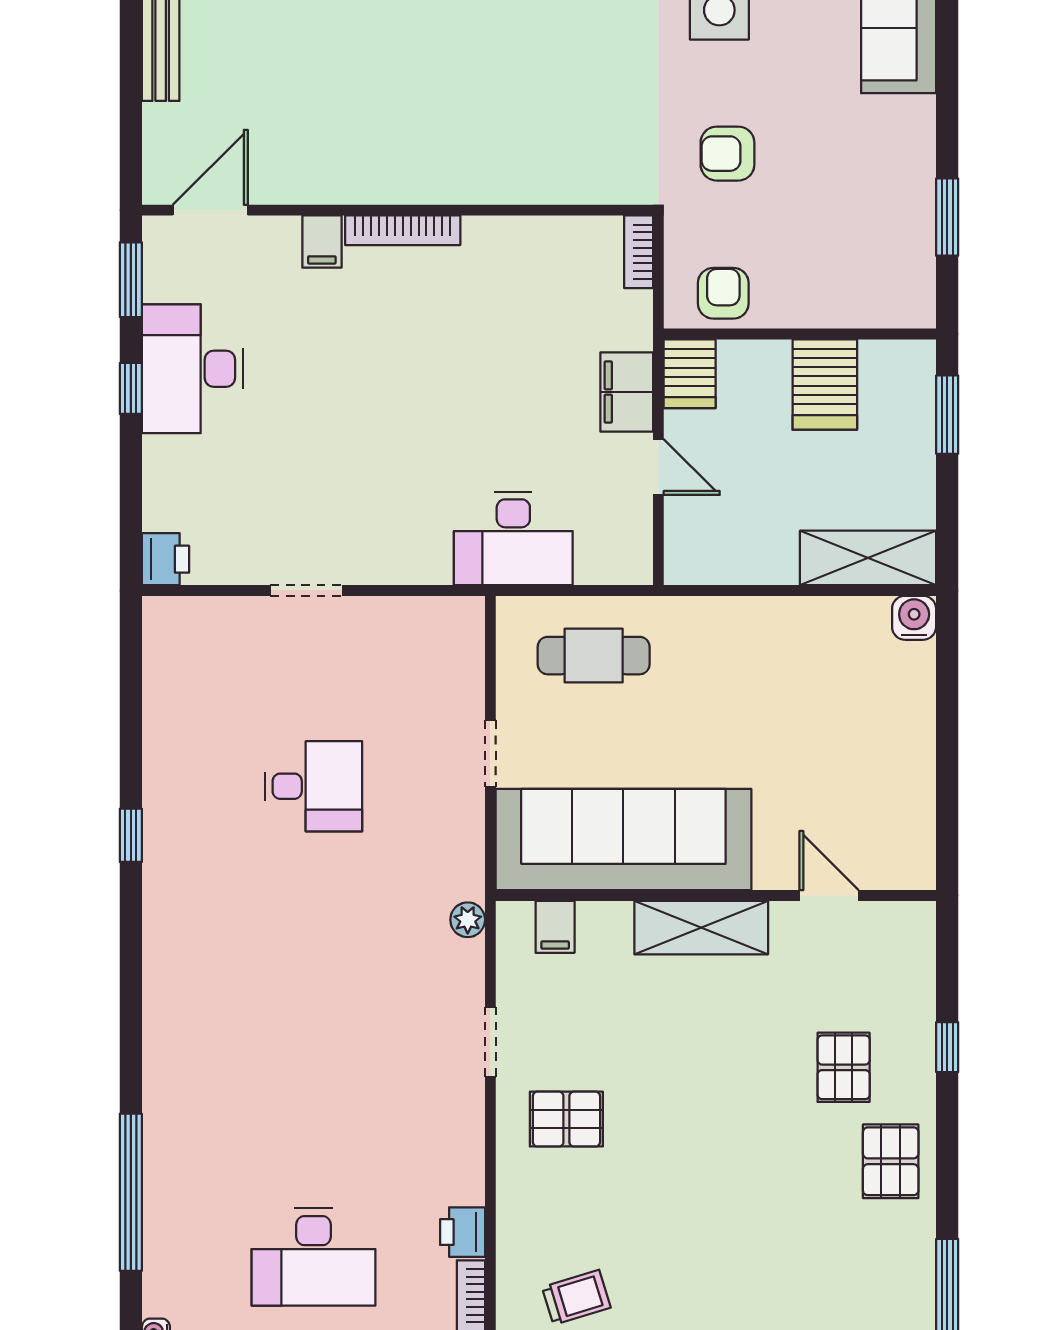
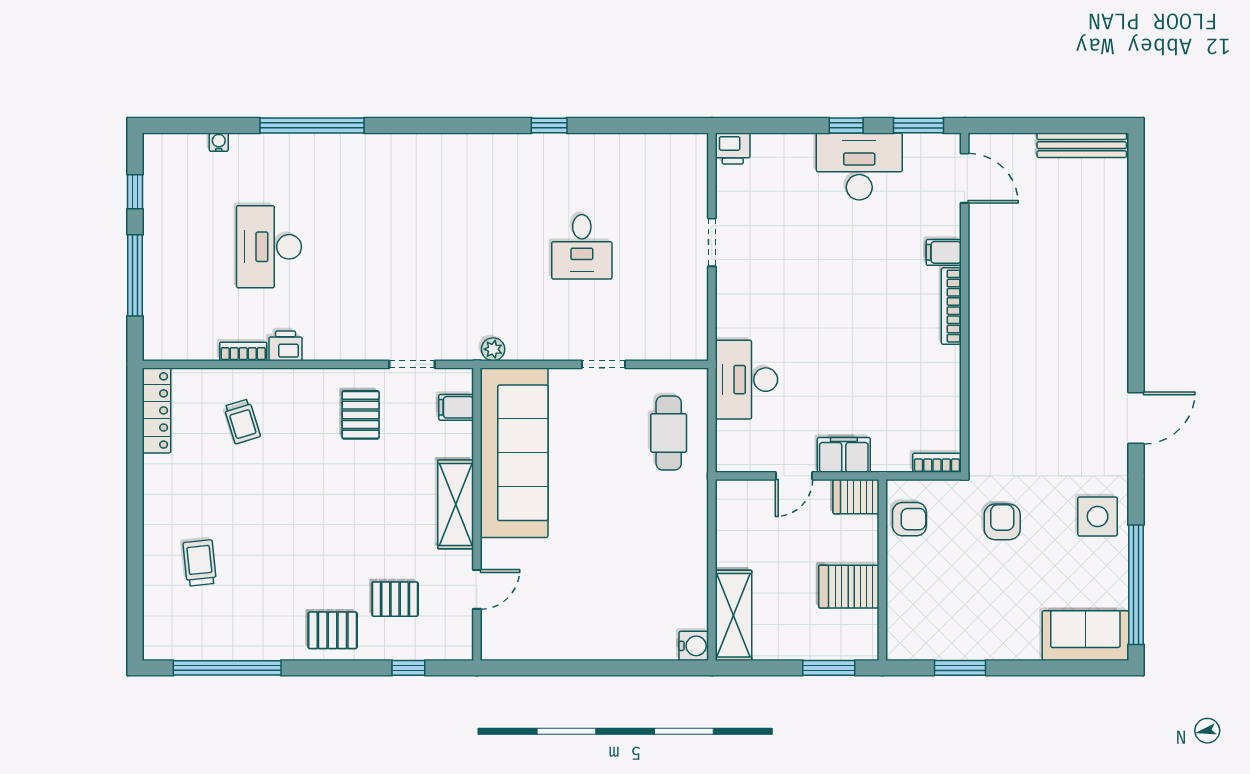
sofa: (623, 840) -> (514, 453), moved
wall: (716, 896) -> (477, 514), moved
door: (829, 896) -> (477, 589), moved
filing cabinet: (555, 927) -> (456, 407), moved
shelving: (701, 928) -> (456, 504), moved

